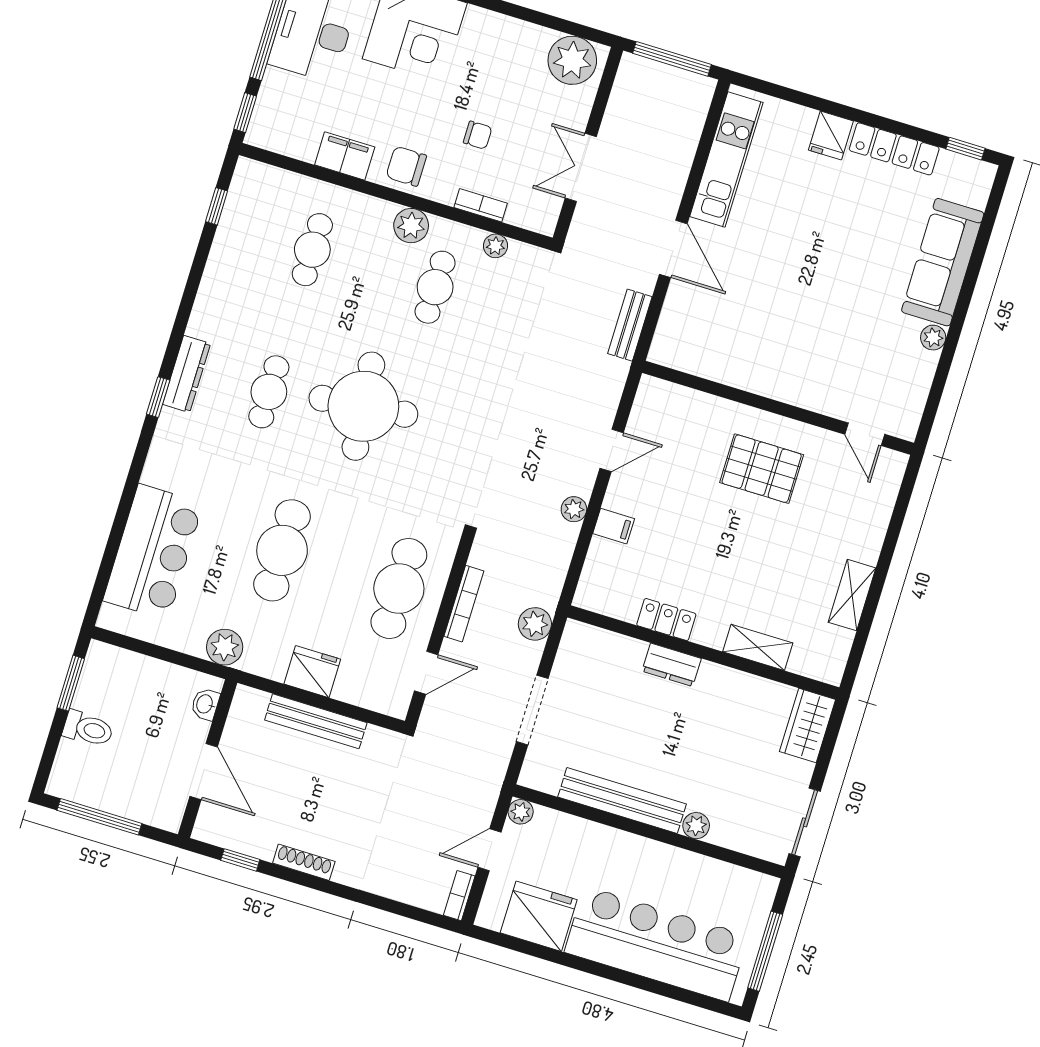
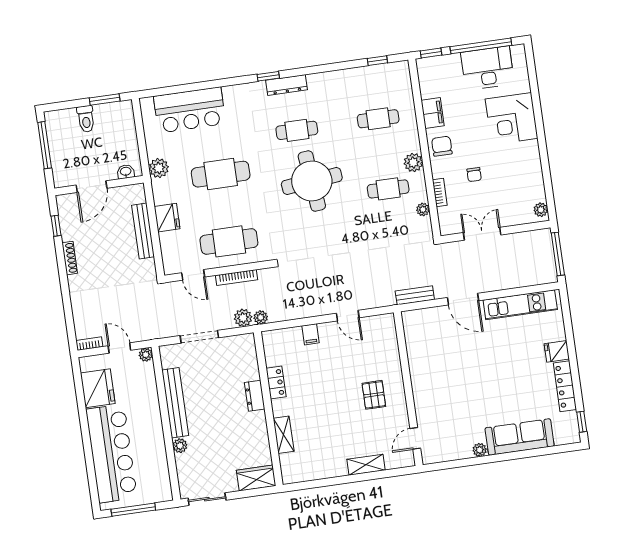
plant: (572, 60) -> (541, 210), width x0.53, depth x0.53
door: (673, 249) -> (463, 299), hinge flipped
pallet: (762, 469) -> (374, 395), width x0.67, depth x0.71
plant: (574, 509) -> (261, 317), moved
shelving: (852, 595) -> (366, 465), moved

